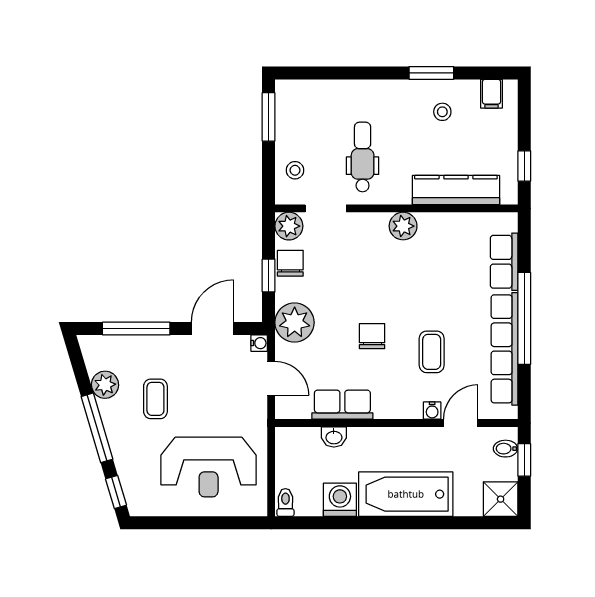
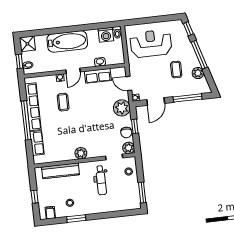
window: (524, 166) -> (35, 197), moved
chair: (372, 336) -> (89, 106), removed
door: (461, 423) -> (73, 71), moved
washing machine: (340, 500) -> (106, 35), moved

